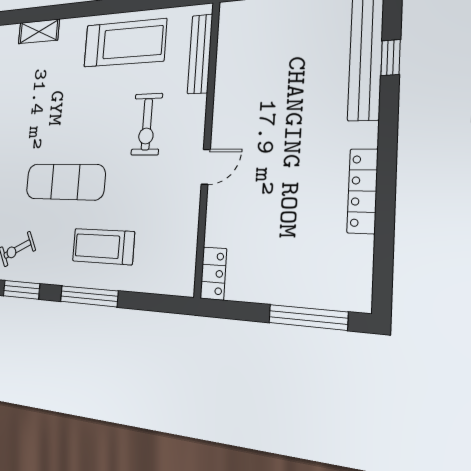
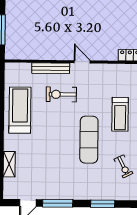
bench: (200, 54) -> (51, 68), moved
exercise bike: (147, 124) -> (61, 94), turned 180

